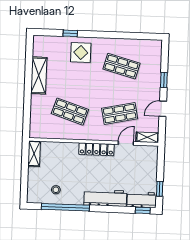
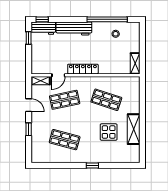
window: (70, 33) -> (92, 165), moved
display table: (81, 53) -> (109, 132), moved
door: (163, 109) -> (29, 105), hinge flipped

